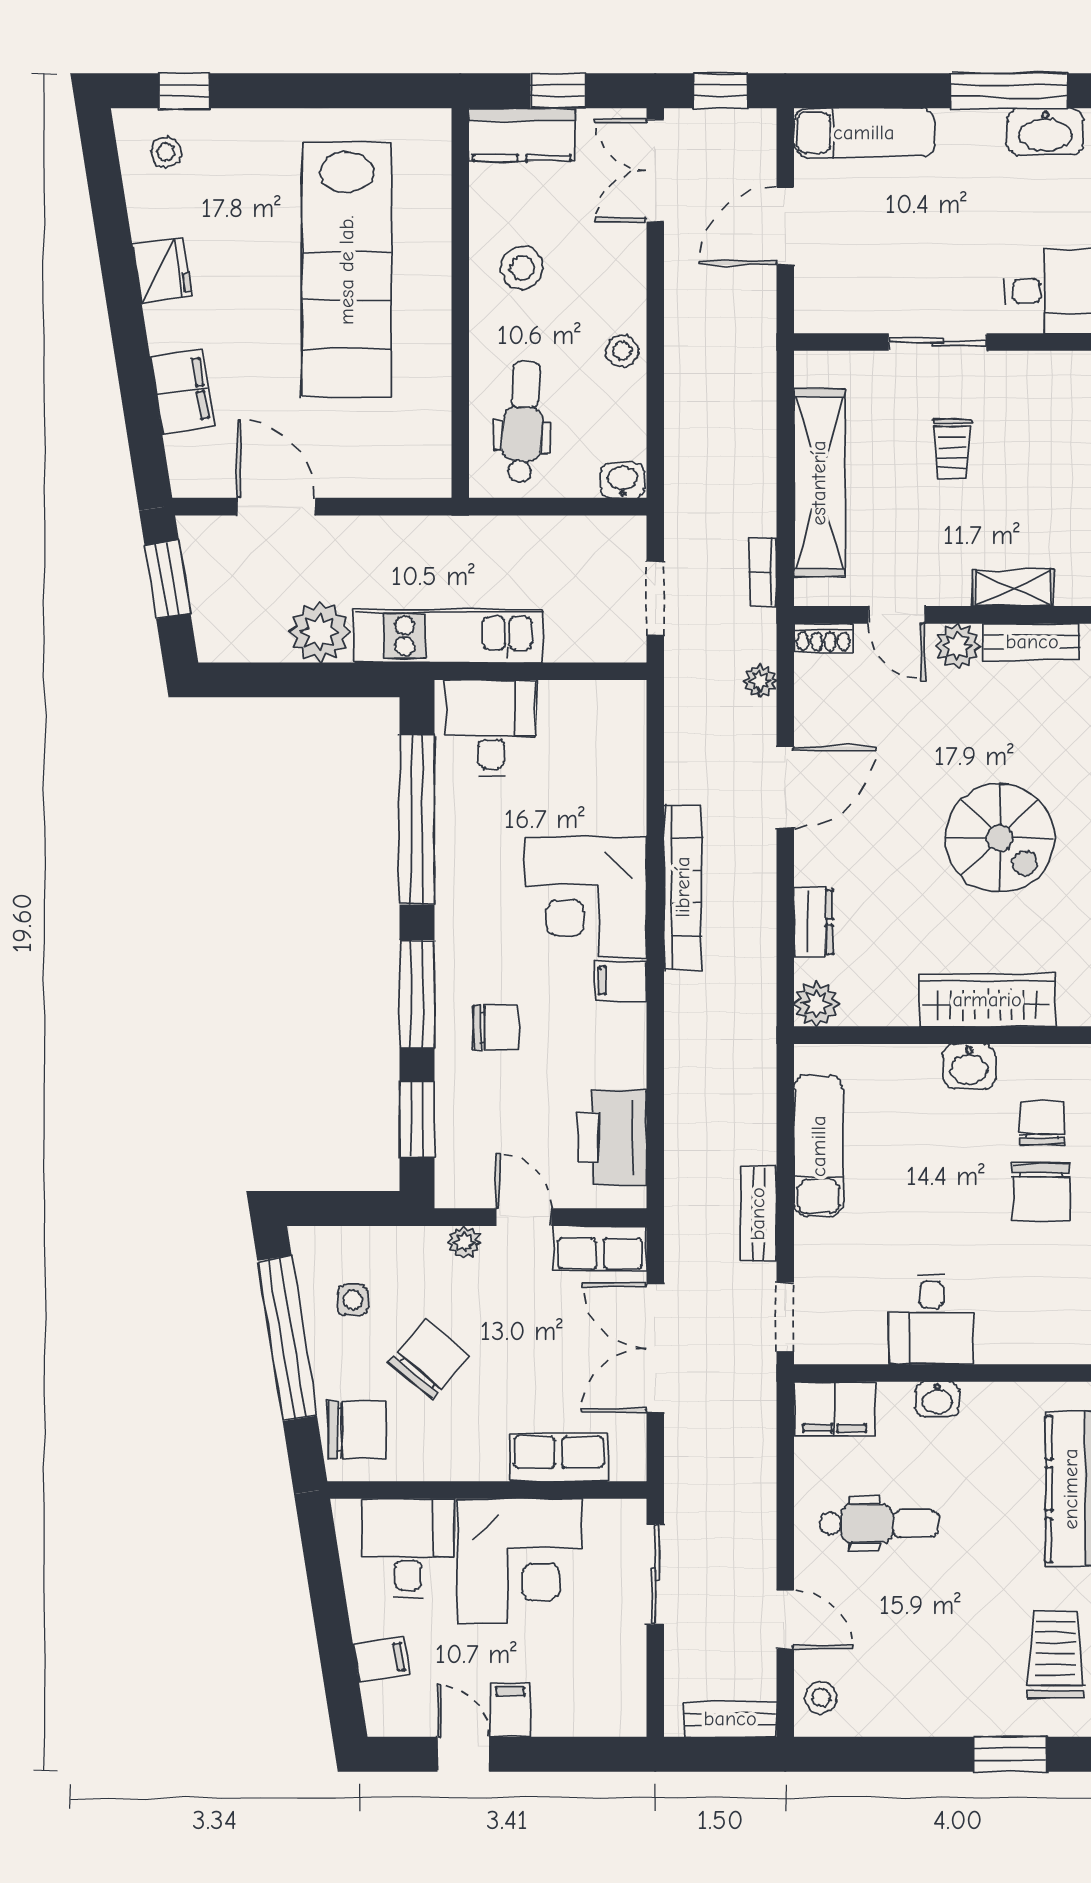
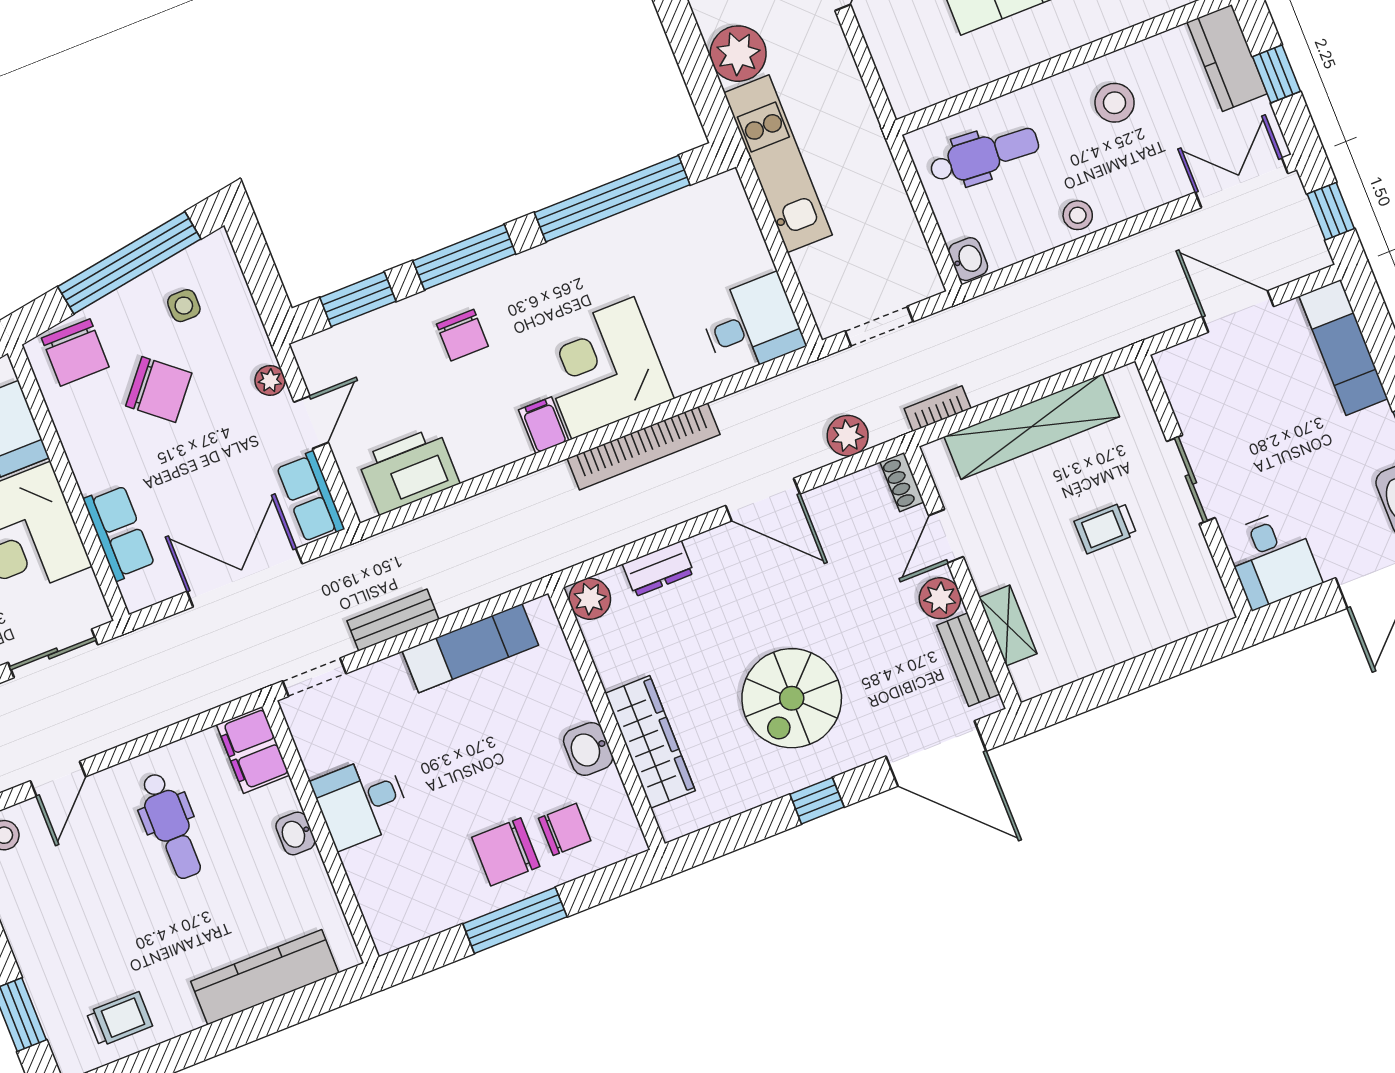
plant: (760, 681) -> (848, 436), width x1.38, depth x1.38
desk: (491, 728) -> (751, 325), moved
trolley: (1055, 1654) -> (119, 1019), width x0.73, depth x0.72

